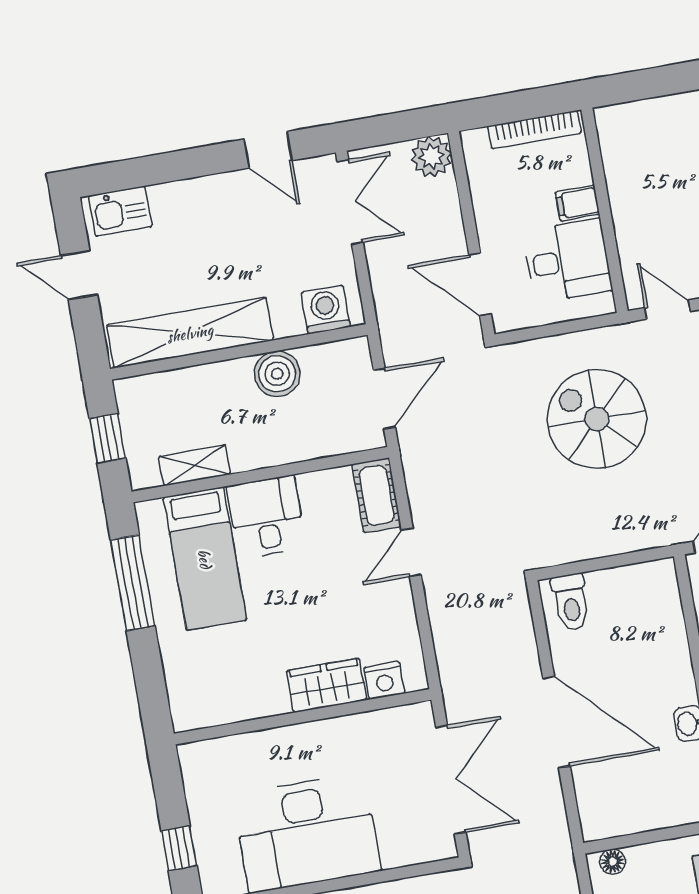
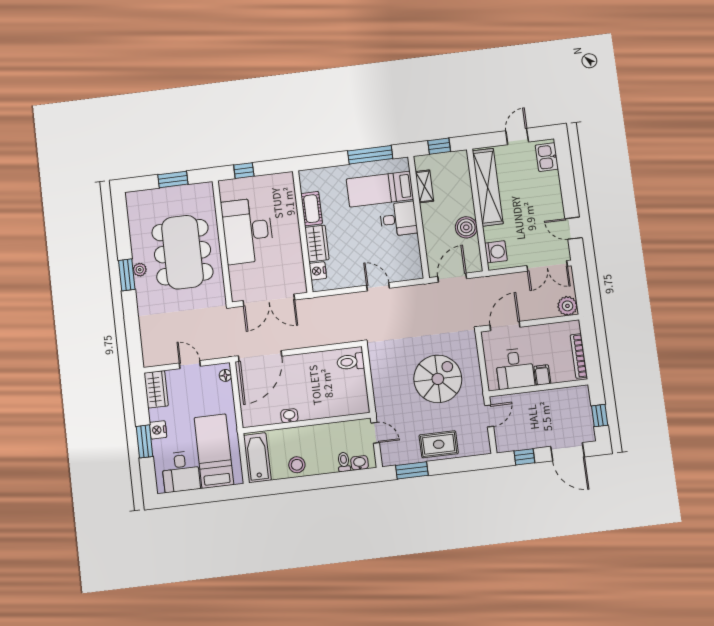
window: (655, 82) -> (600, 416), added
door: (268, 150) -> (574, 228), hinge flipped
door: (384, 399) -> (452, 278), swing flipped
cot: (377, 495) -> (312, 209), moved, turned 90
door: (556, 722) -> (260, 356), moved

